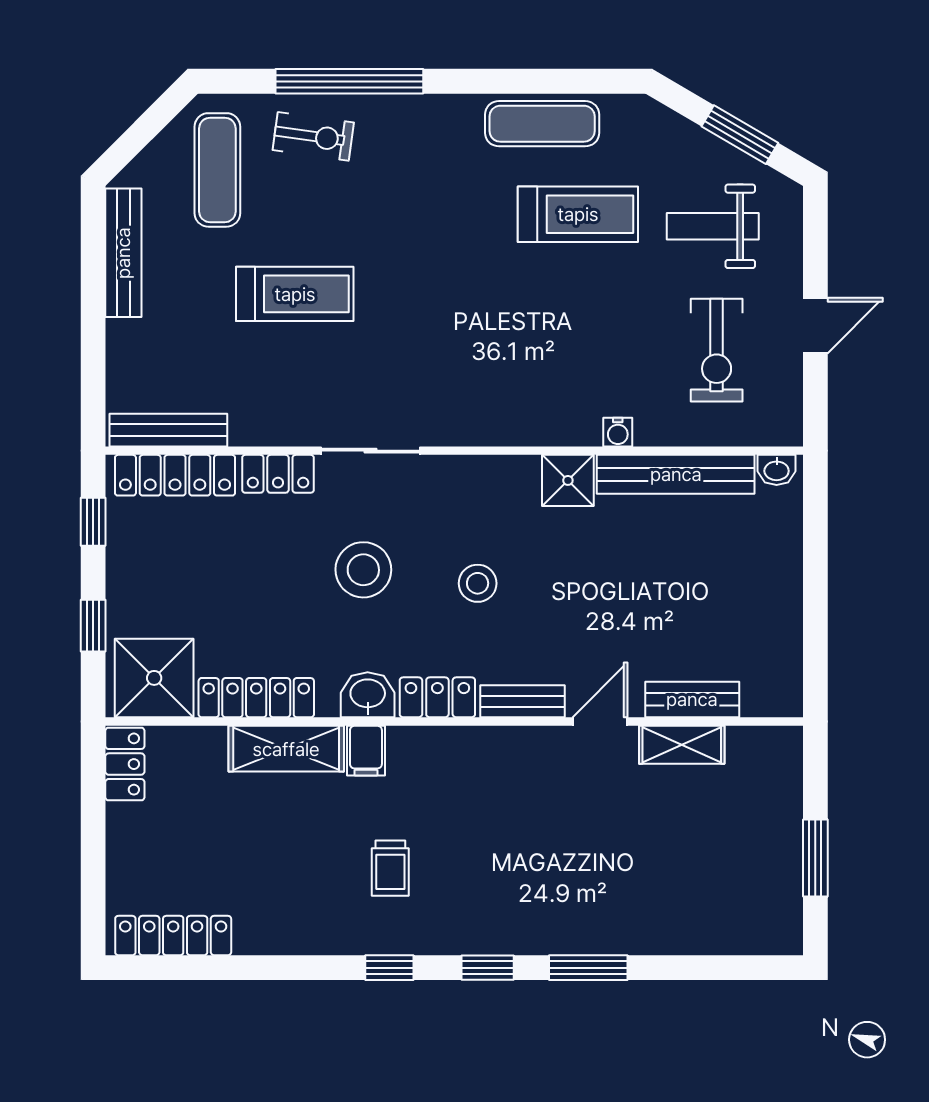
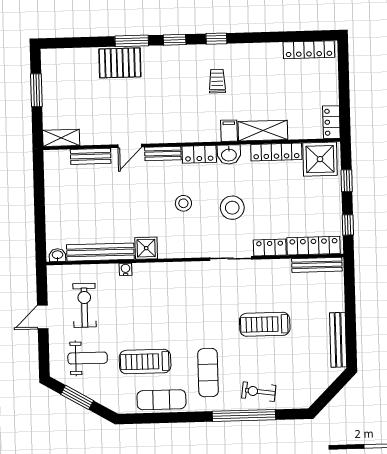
exercise mat: (217, 170) -> (208, 373), moved
shelving: (682, 745) -> (61, 138), moved
pallet: (618, 917) -> (120, 63), added

